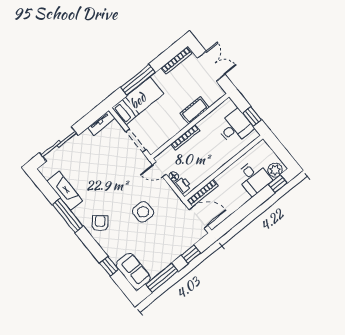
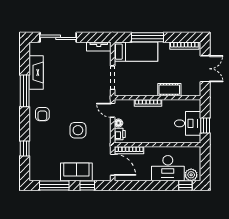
desk: (254, 178) -> (168, 168), width x1.37
armchair: (100, 223) -> (42, 114), turned 140
sofa: (133, 271) -> (76, 172), moved, turned -90

